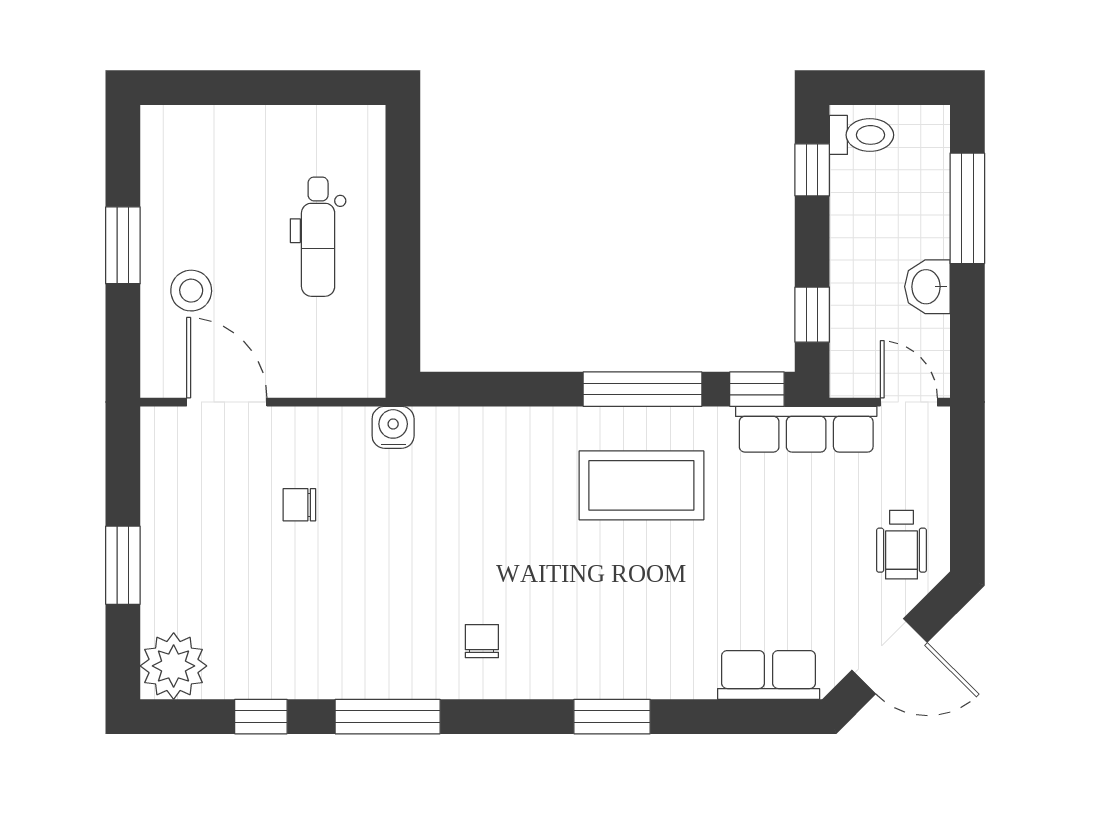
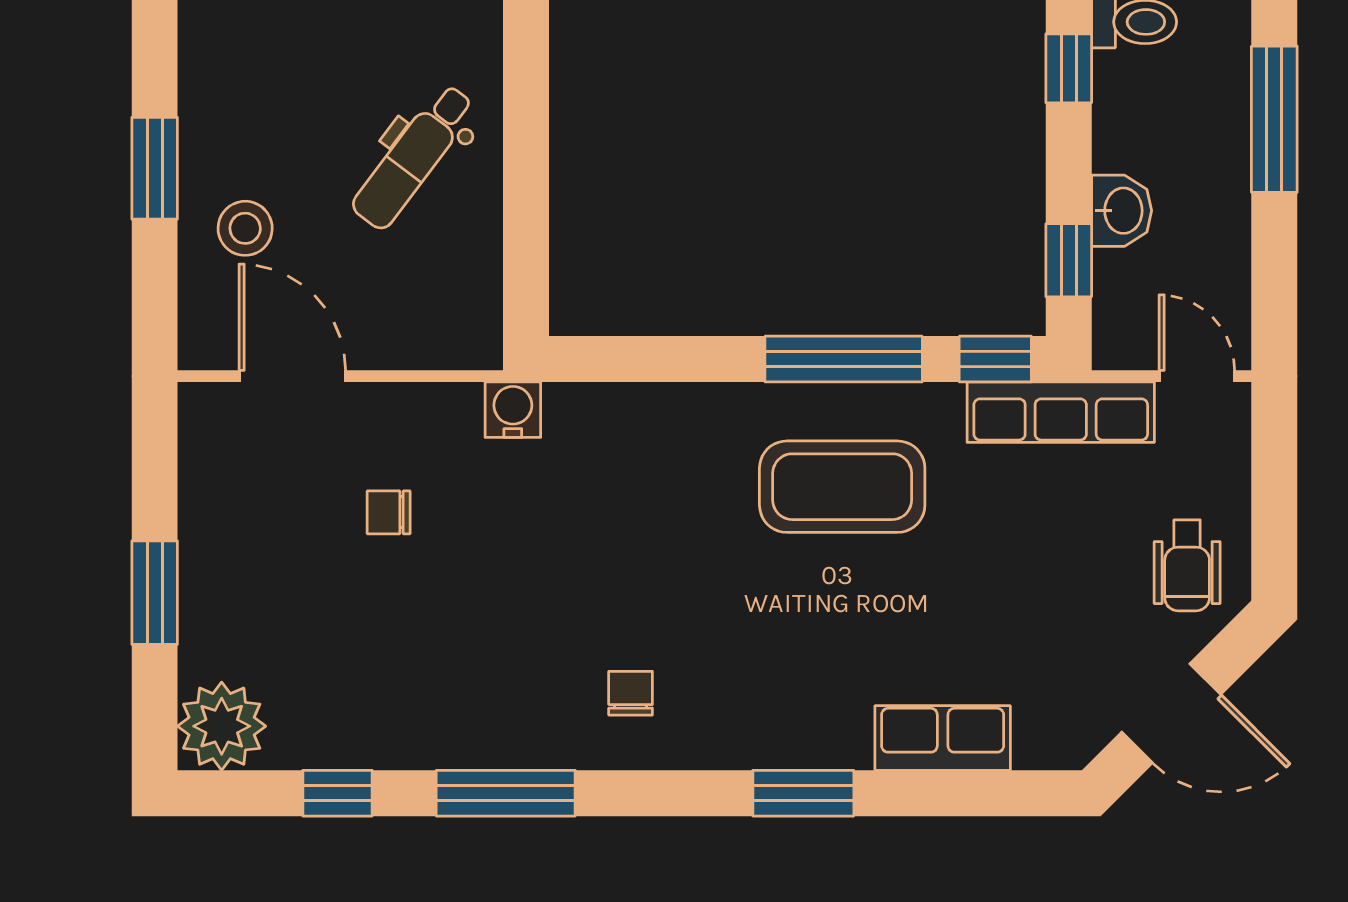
dental chair: (318, 237) -> (413, 157), turned 37
washbasin: (927, 287) -> (1122, 211), moved, turned 180
row of seats: (769, 675) -> (943, 738), moved

